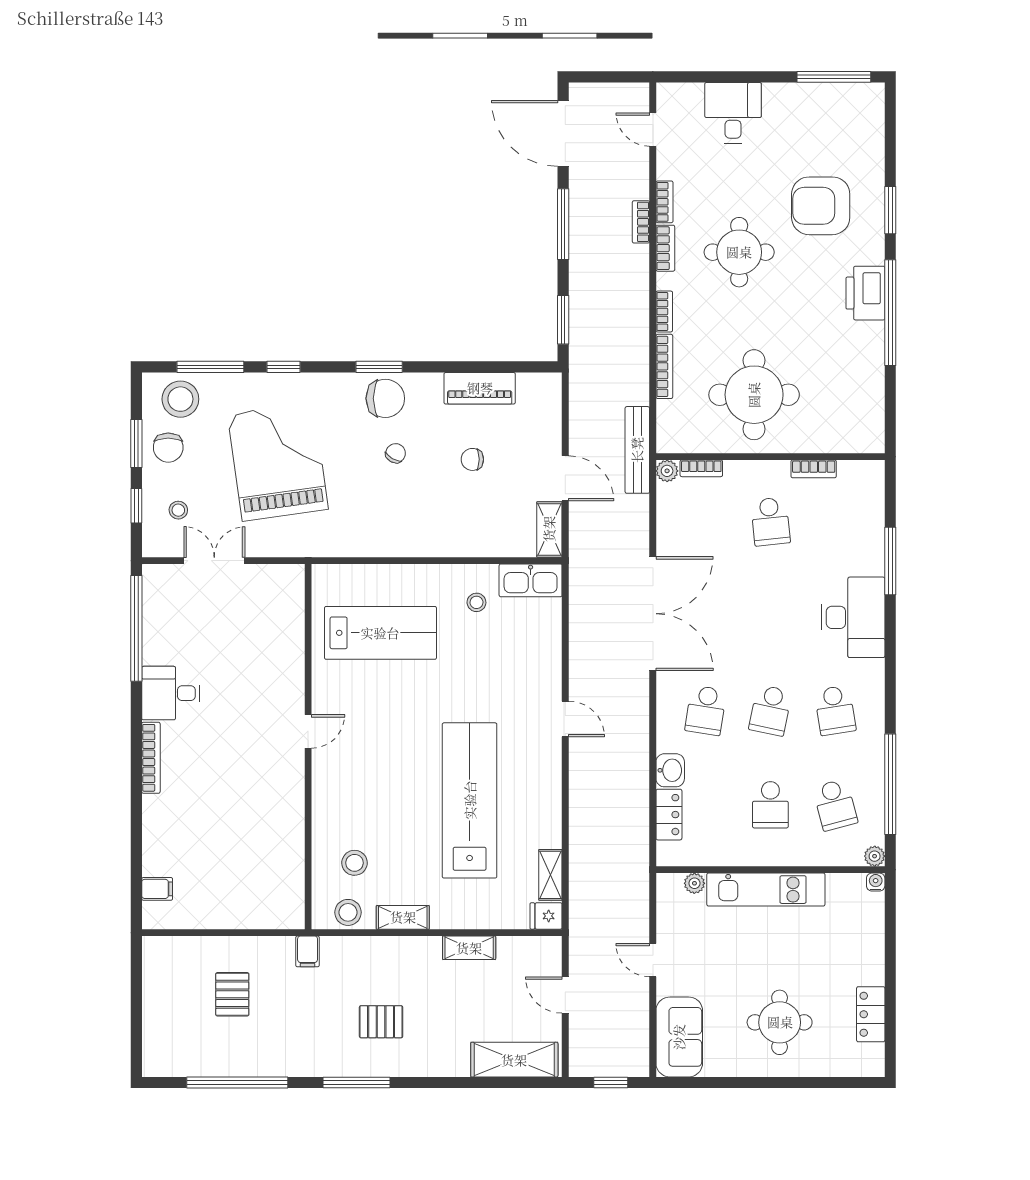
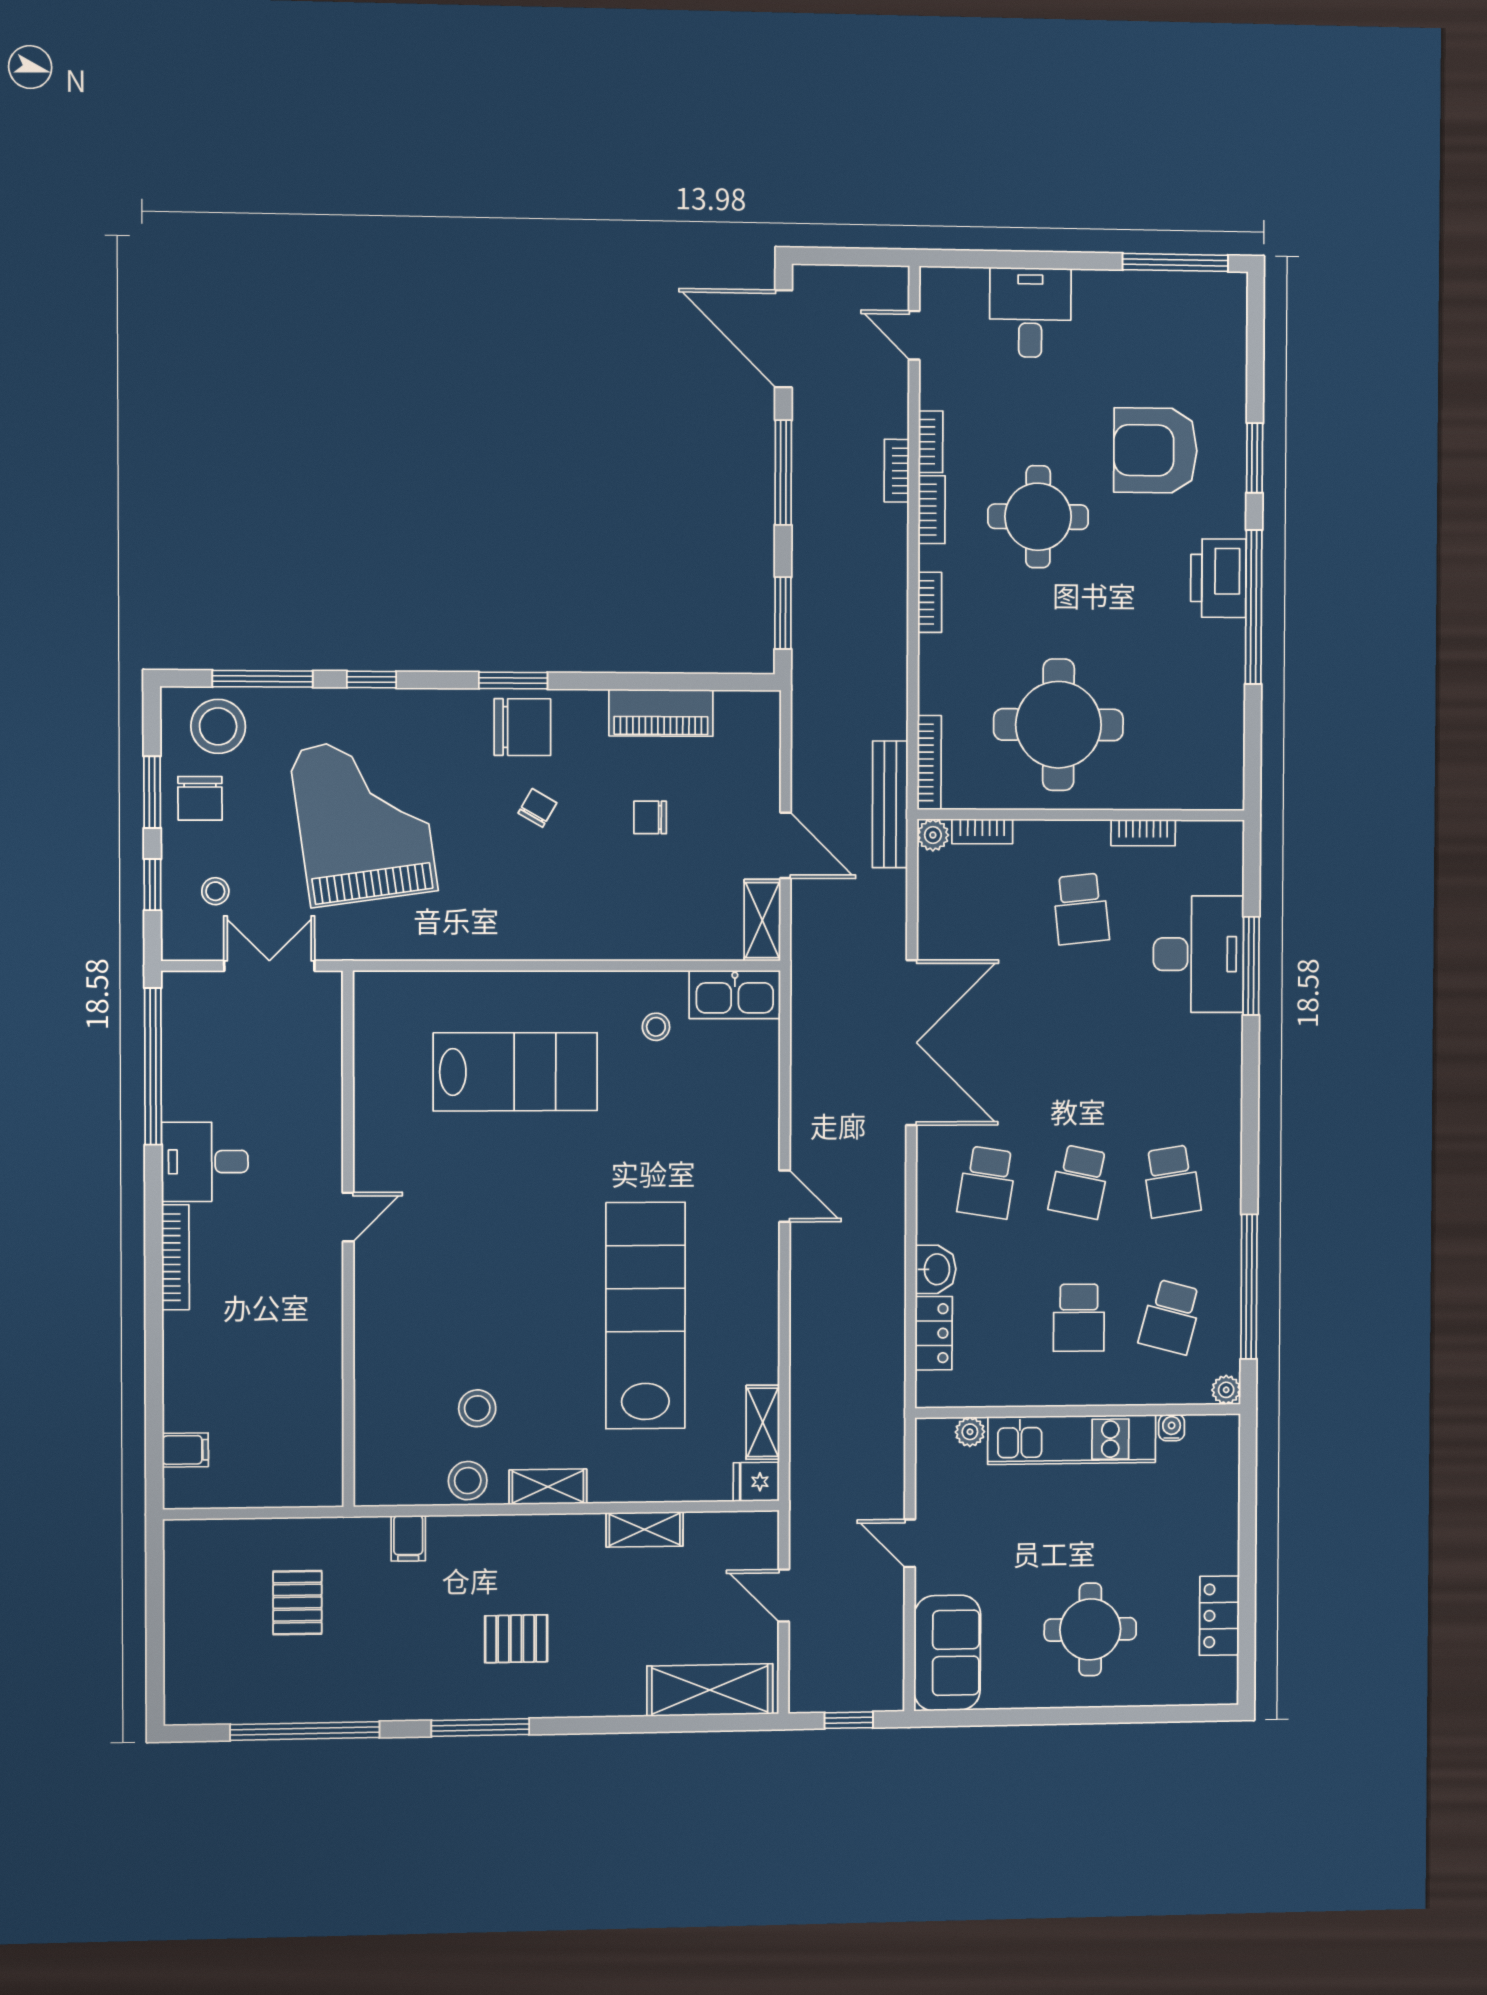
bookcase: (664, 366) -> (929, 762), moved
desk: (853, 617) -> (1198, 954), moved
door: (308, 731) -> (348, 1217), moved
wall: (308, 747) -> (348, 1239), moved
school desk: (835, 805) -> (1171, 1317), turned 30
water cooler: (876, 882) -> (1172, 1428), moved

